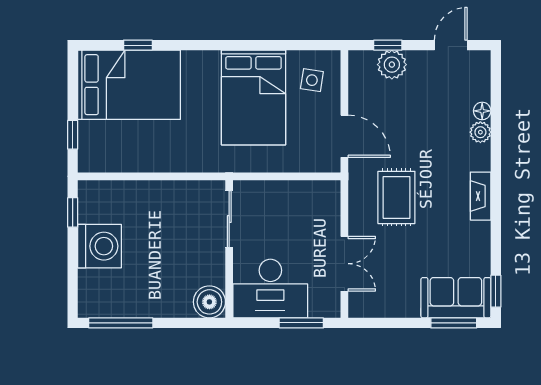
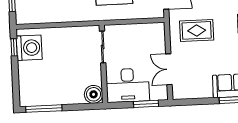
rug: (396, 197) -> (197, 30), turned 90
washing machine: (99, 246) -> (29, 48), moved
double door: (344, 264) -> (169, 69), swing flipped

